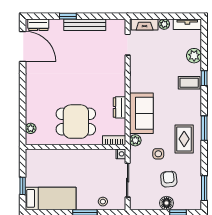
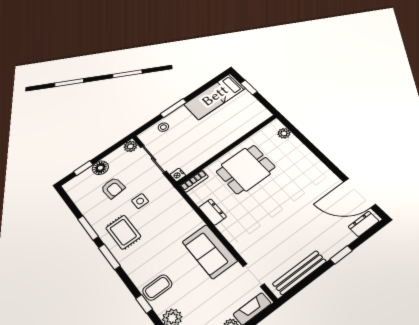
bench: (85, 25) -> (299, 273), moved
sofa: (141, 113) -> (210, 251), moved
plant: (135, 140) -> (130, 146), moved
window: (204, 188) -> (88, 228), moved

